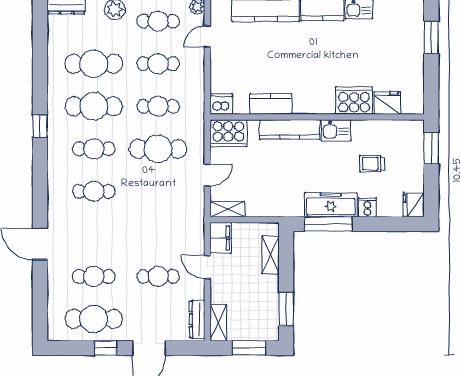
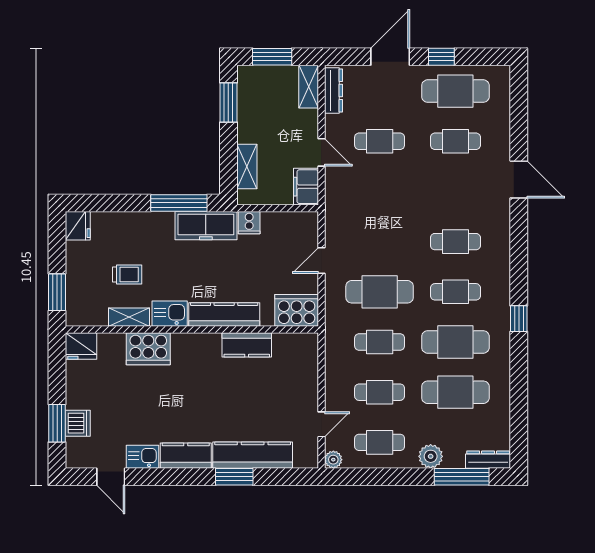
fridge: (387, 103) -> (81, 346), moved
dishwasher: (221, 104) -> (78, 423), moved, turned -90
freezer: (331, 205) -> (206, 226), moved
cooker: (367, 207) -> (249, 223), moved
shelving: (227, 209) -> (129, 317), moved

